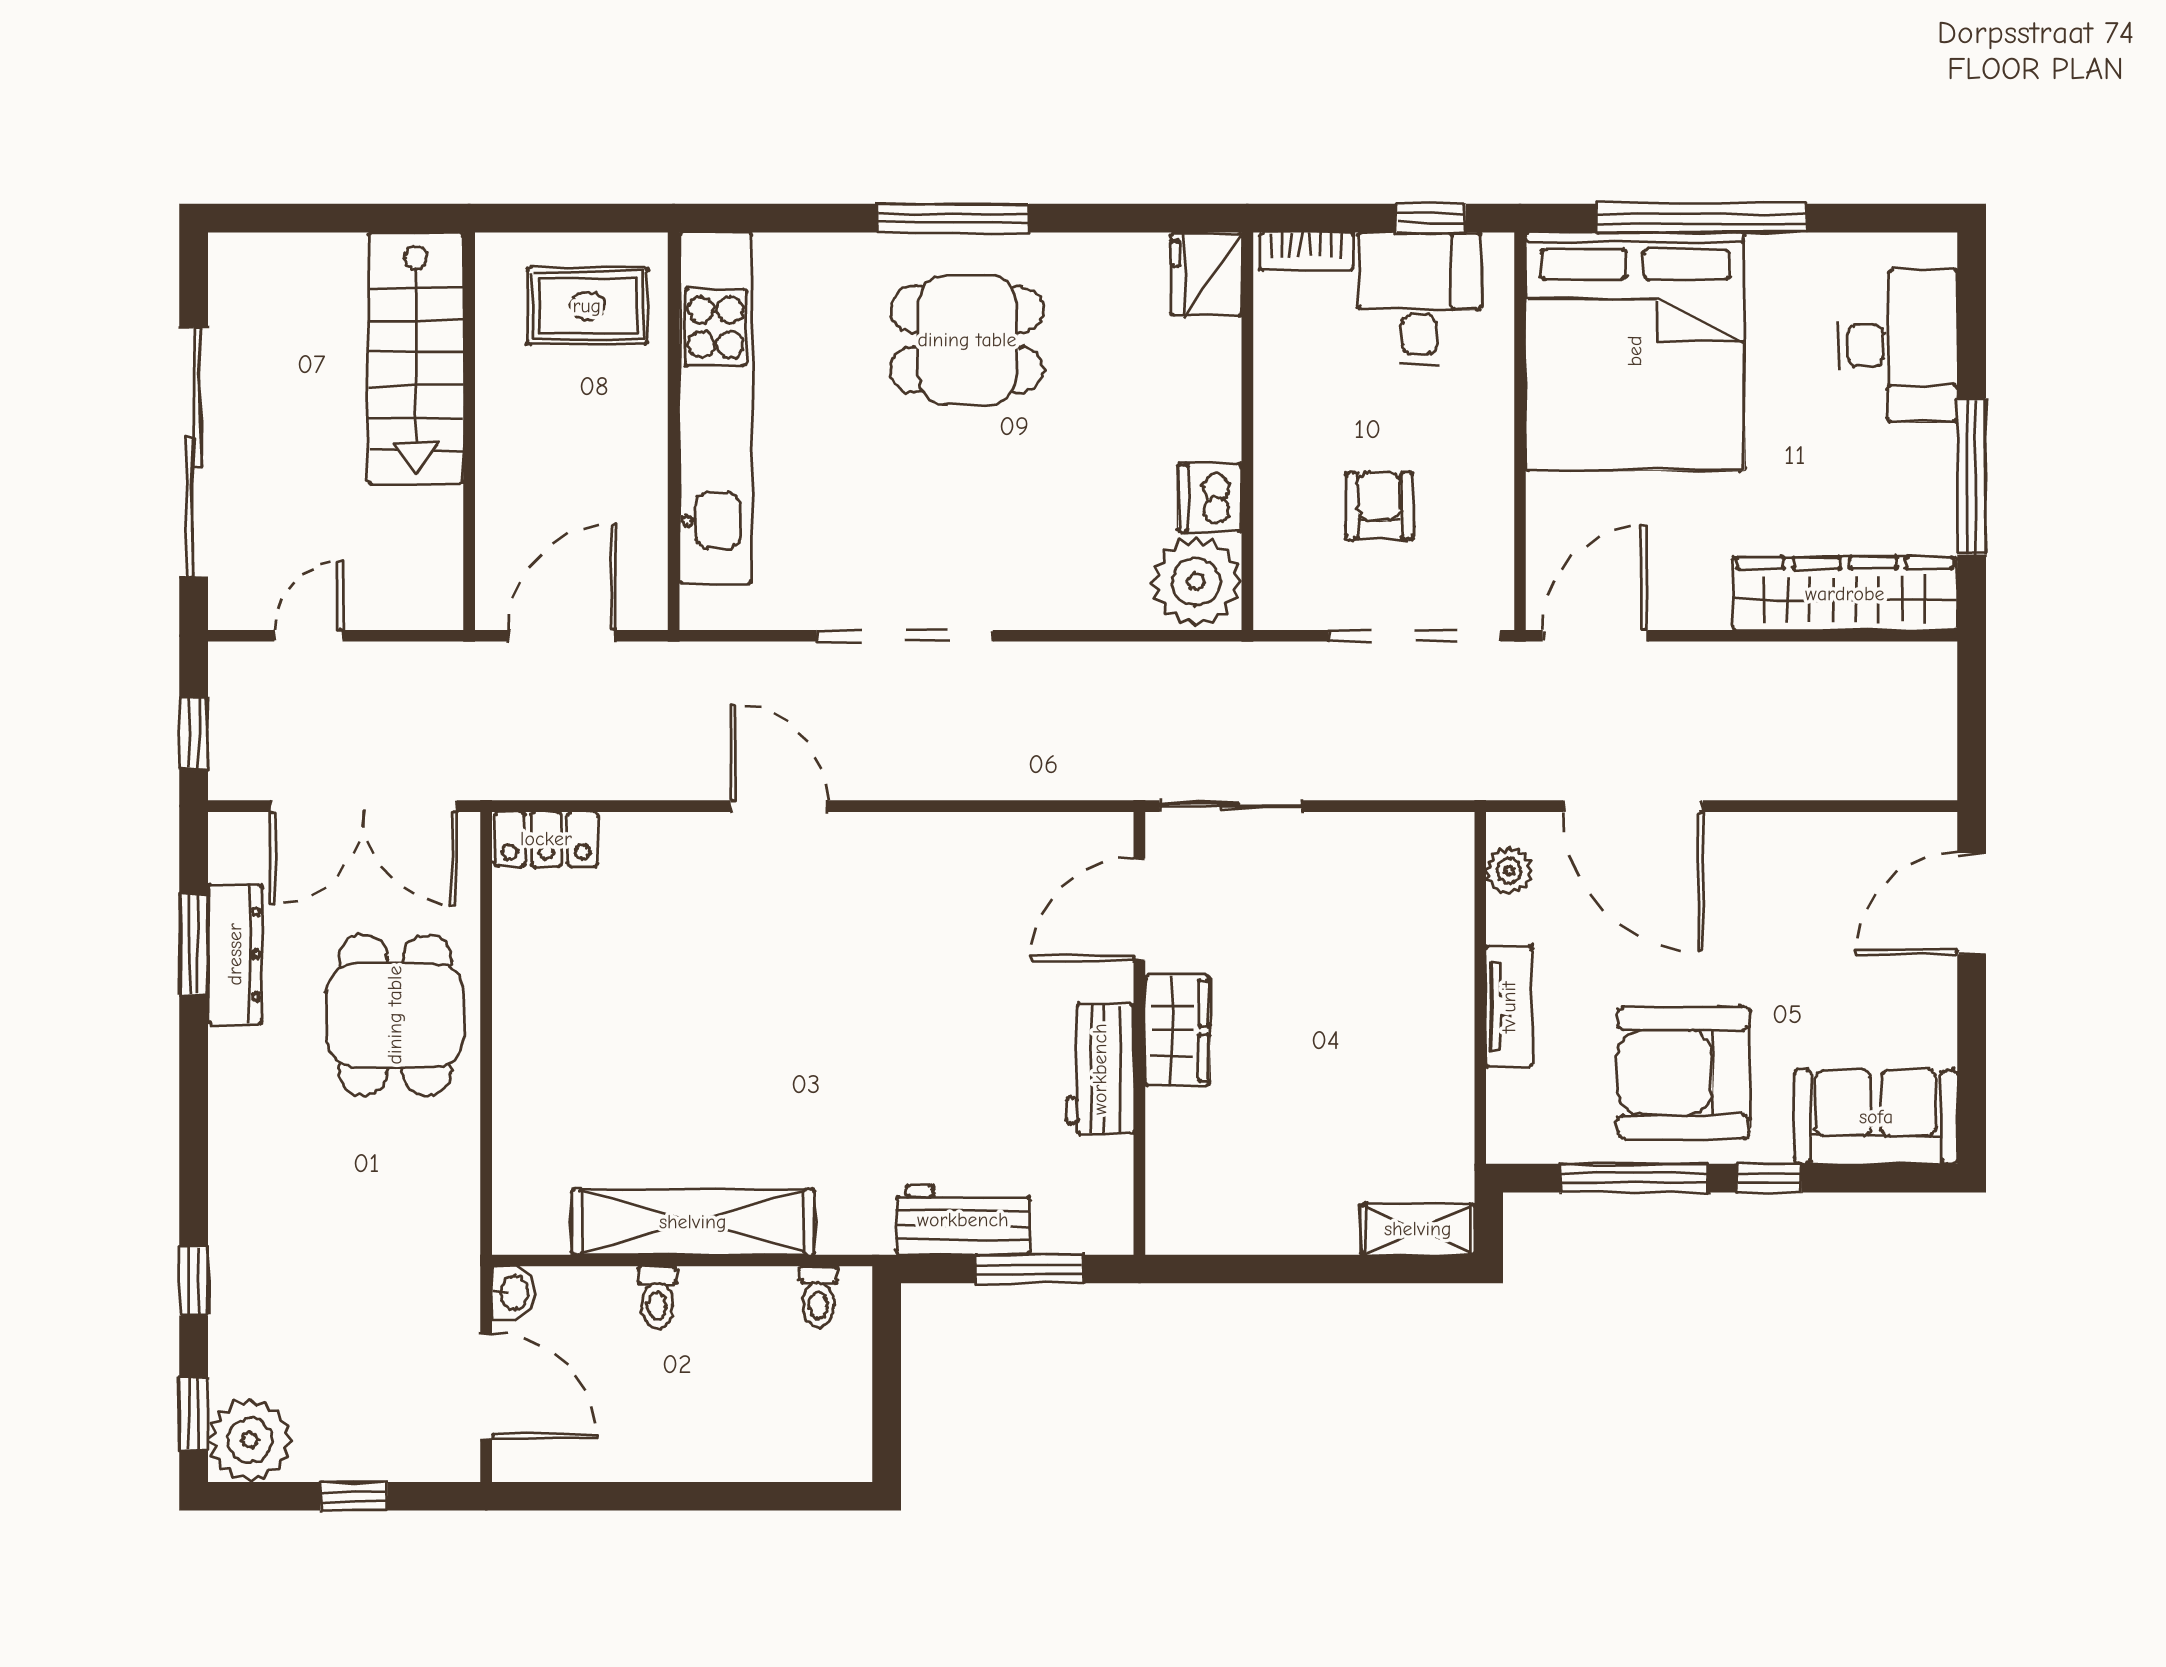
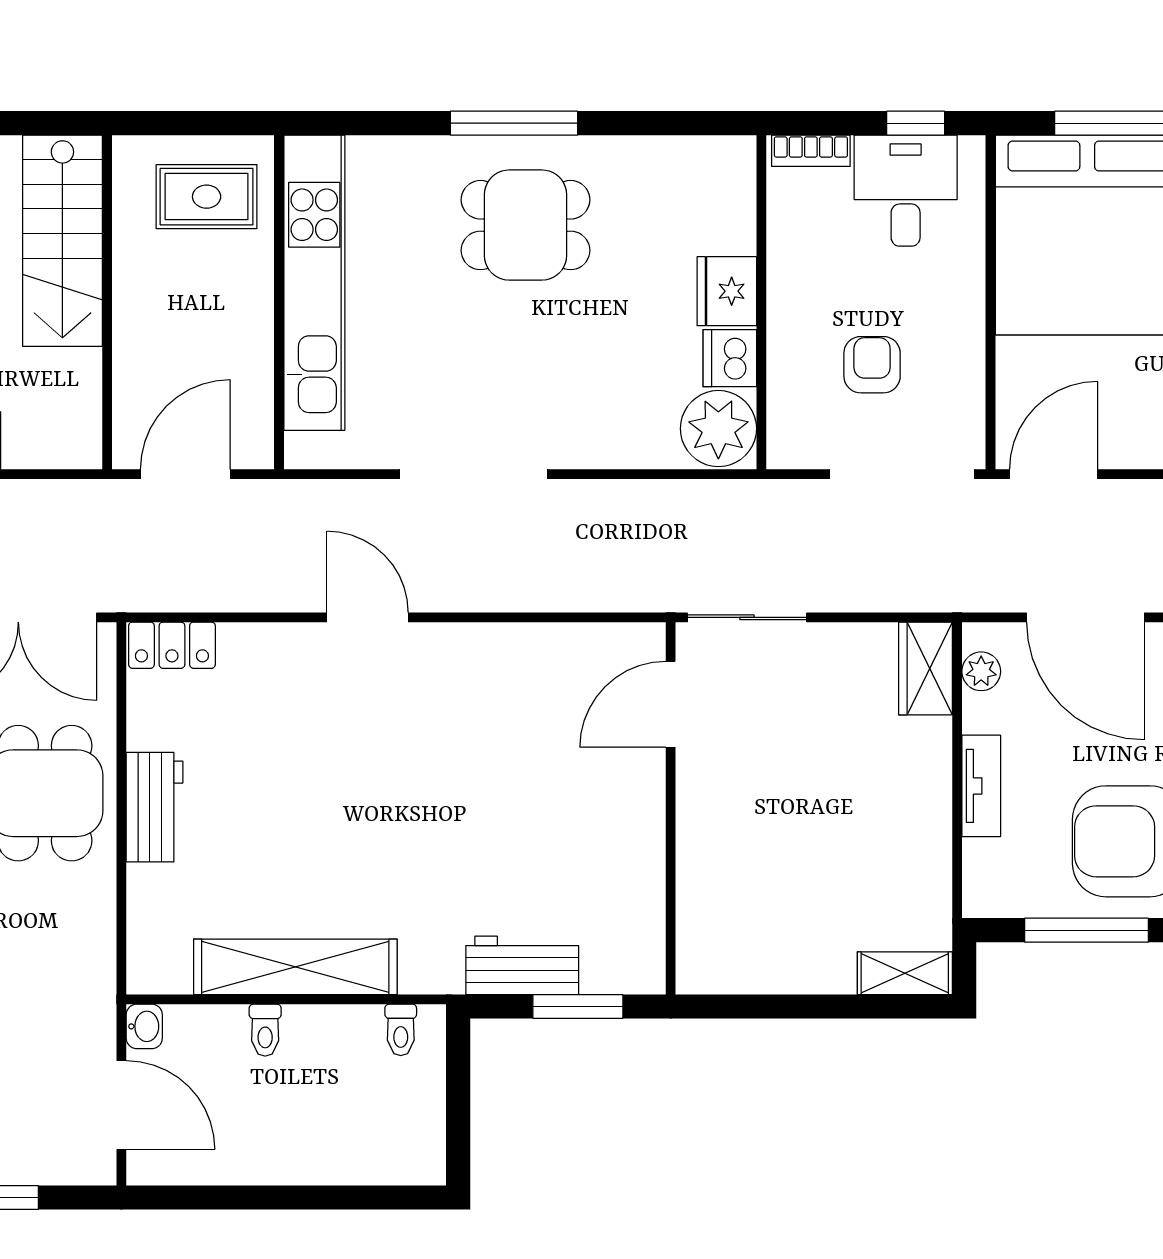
fridge: (1206, 275) -> (727, 291), moved
wardrobe: (1177, 1031) -> (925, 668), moved, turned 180
workbench: (1100, 1069) -> (155, 807), moved, turned 180

